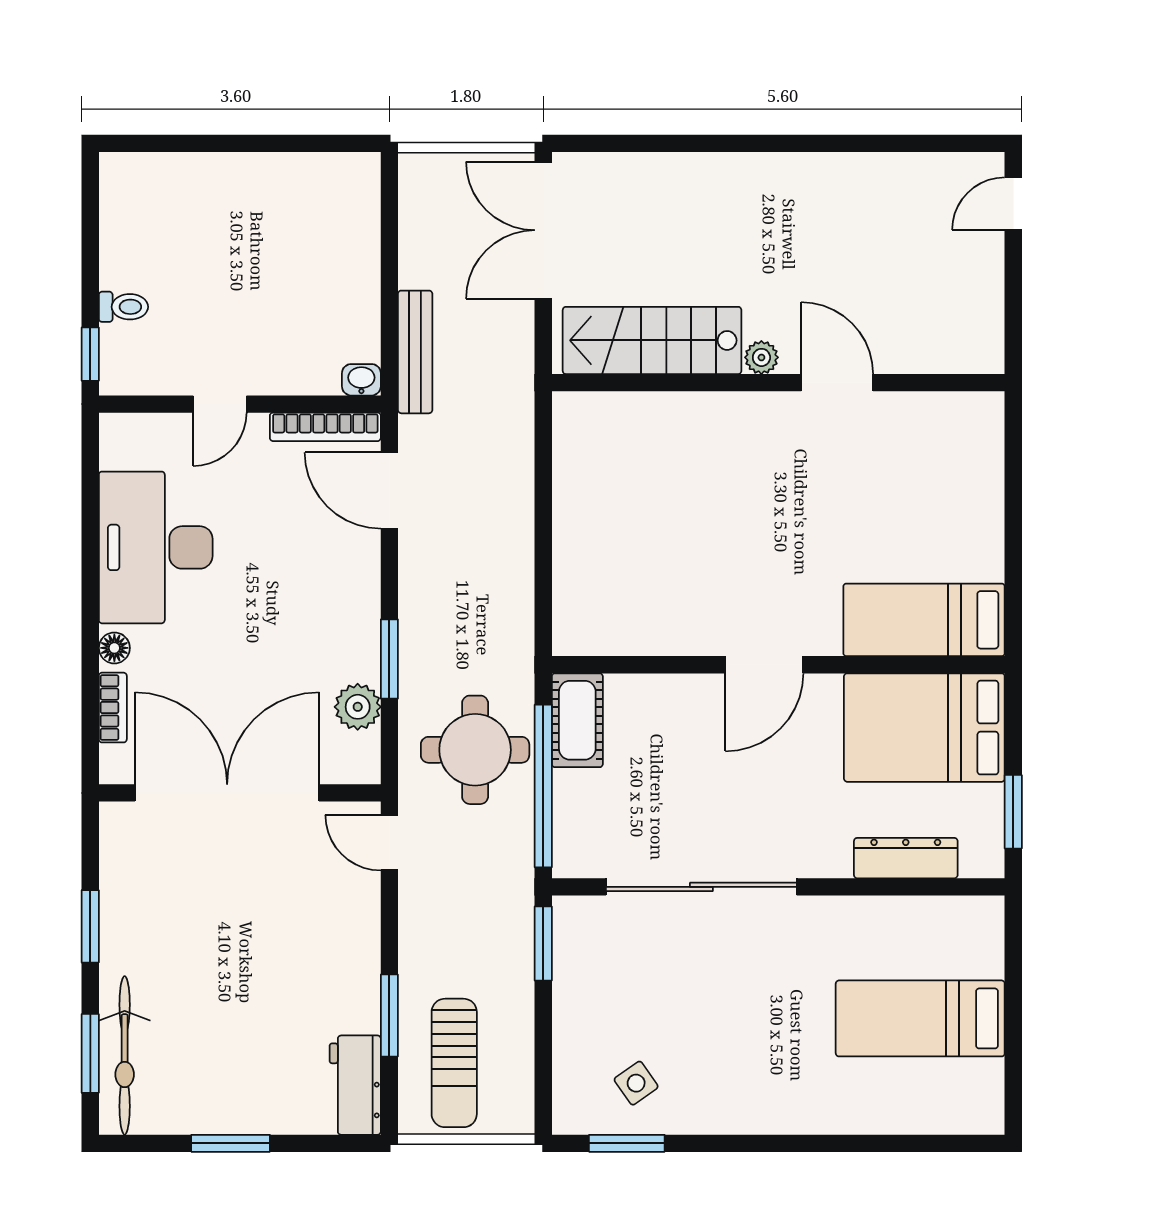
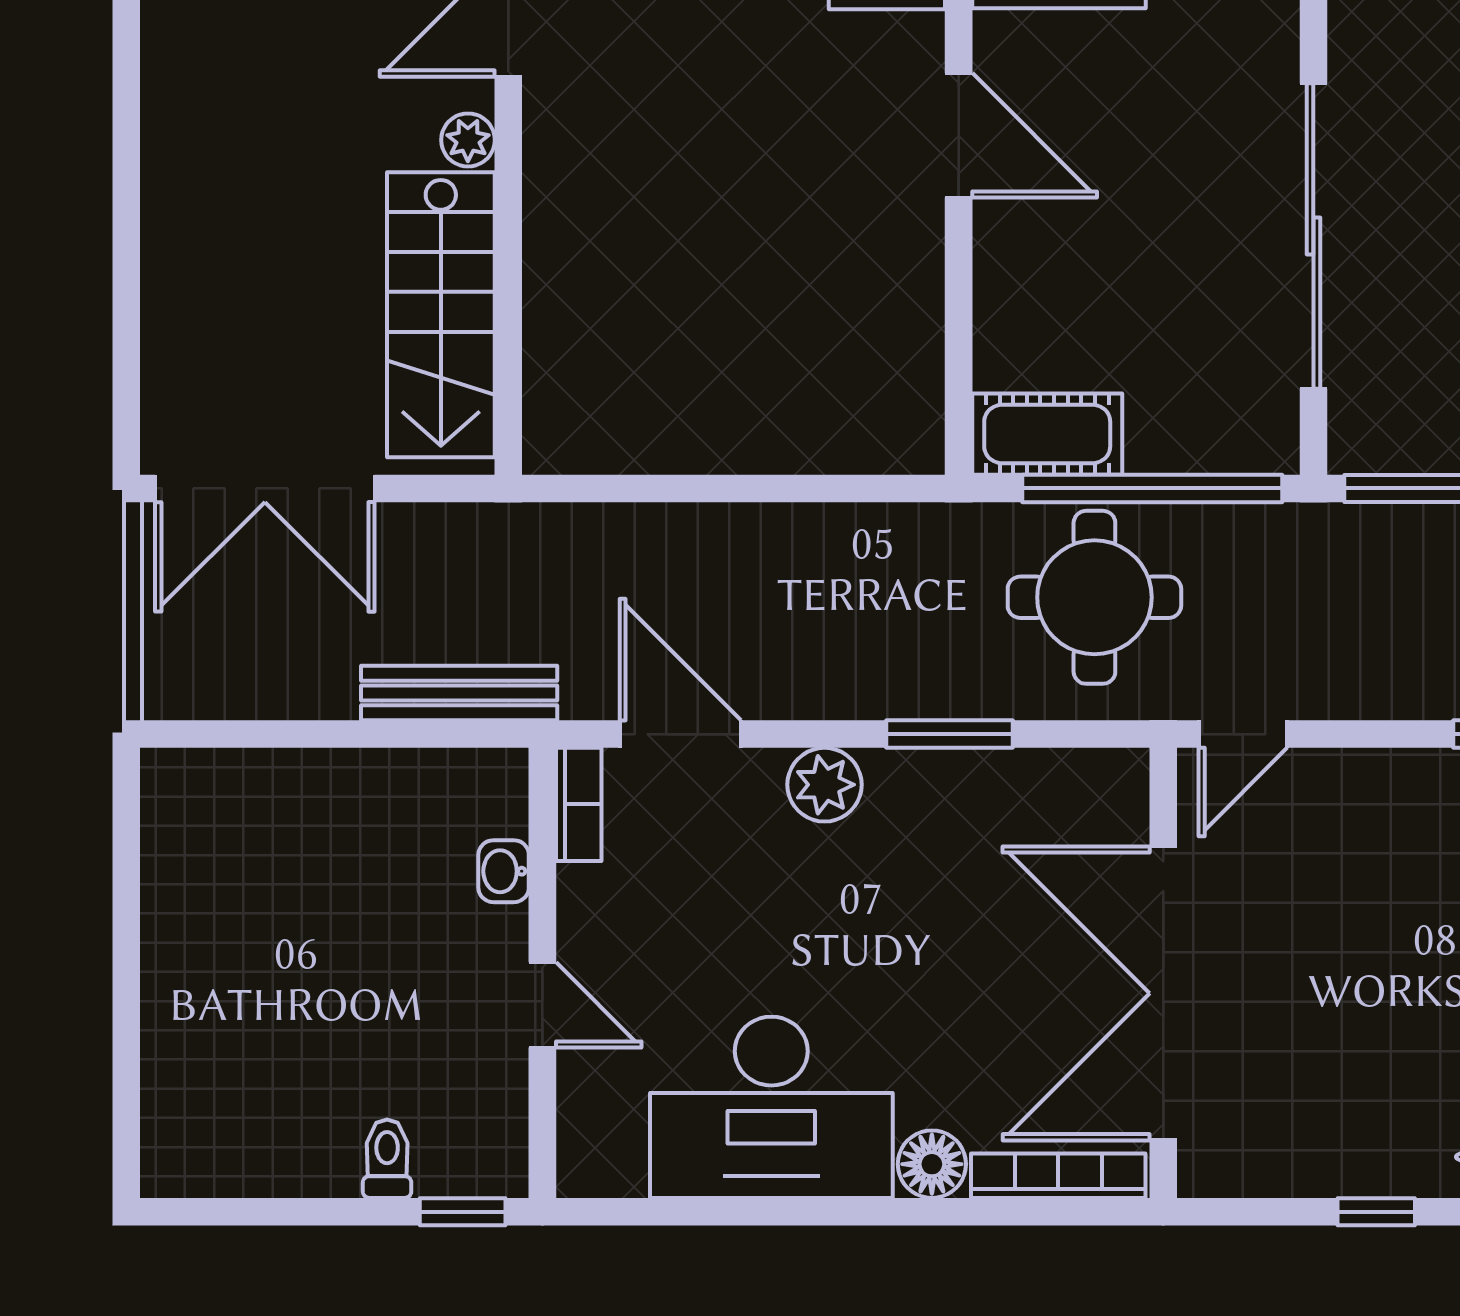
washbasin: (361, 380) -> (504, 871), moved
bookcase: (325, 427) -> (579, 804), width x0.64
door: (389, 490) -> (680, 734), swing flipped
floor lamp: (114, 648) -> (932, 1164), width x1.37, depth x1.37
plant: (358, 707) -> (825, 785), moved
bookcase: (113, 708) -> (1058, 1176), width x1.56
window: (90, 926) -> (1376, 1212), width x0.67

